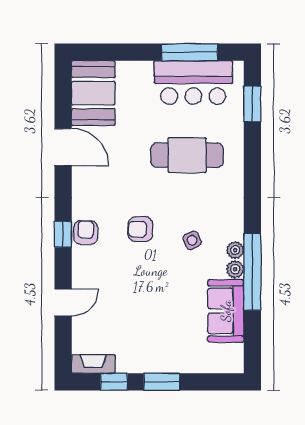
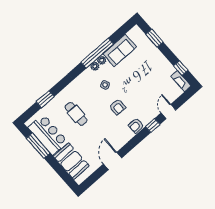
booth: (93, 93) -> (71, 161), moved, turned 90
window: (252, 104) -> (45, 99), moved
cafe table: (187, 155) -> (76, 114), width x0.73, depth x0.74
window: (63, 234) -> (153, 125), moved
door: (63, 303) -> (168, 111), hinge flipped
window: (162, 382) -> (154, 38), moved

